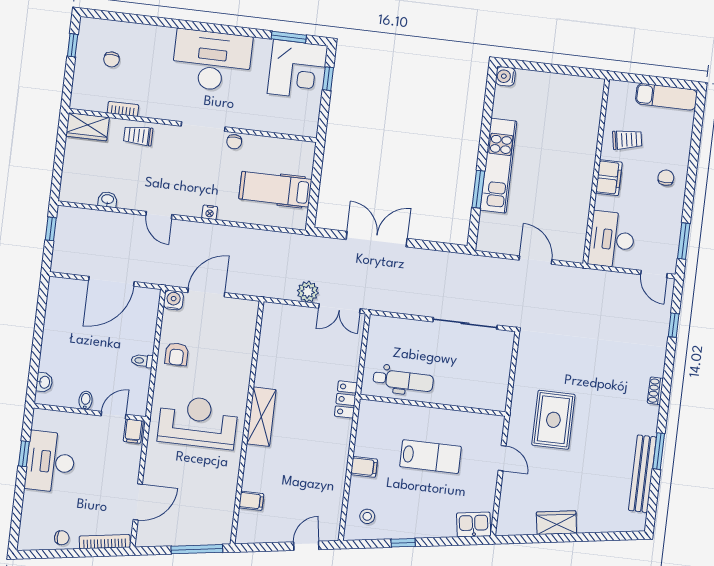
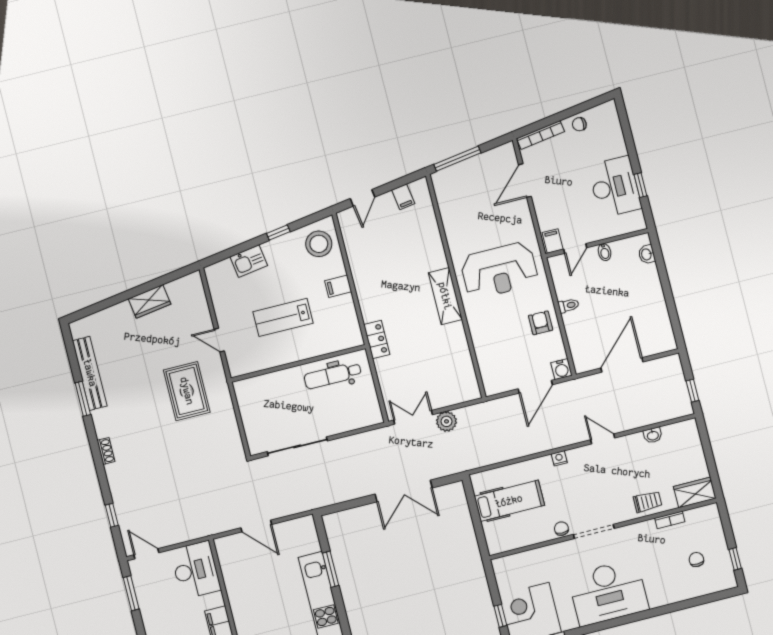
filing cabinet: (251, 501) -> (403, 197), moved, turned -99
stool: (367, 516) -> (319, 244), width x1.89, depth x1.89
kitchen sink: (474, 525) -> (249, 261), moved

